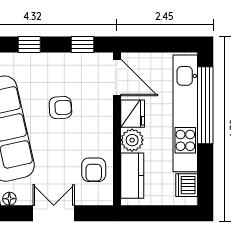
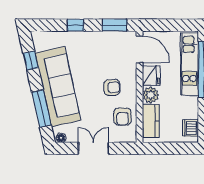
window: (83, 44) -> (114, 25), width x1.50
armchair: (60, 108) -> (112, 87), moved
kitchen unit: (185, 113) -> (189, 64), width x0.73

